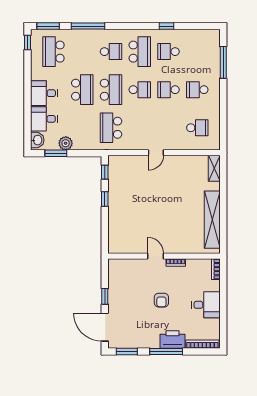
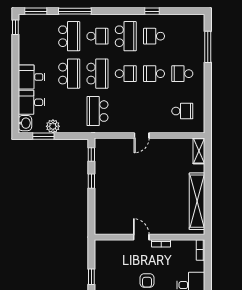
school desk: (53, 52) -> (69, 36), moved, turned 180

